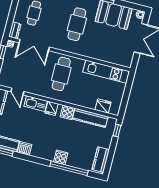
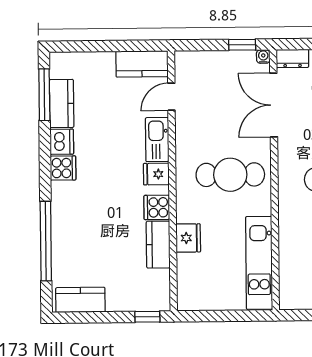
fridge: (103, 106) -> (188, 238), moved
kitchen counter: (90, 118) -> (158, 245), width x0.67
cooker: (61, 157) -> (63, 168), moved

